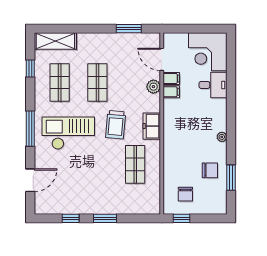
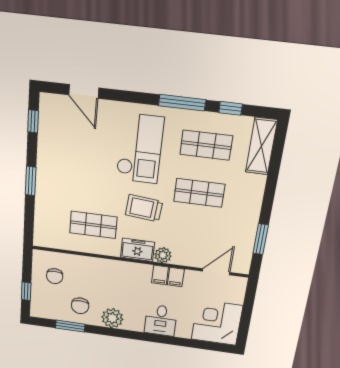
filing cabinet: (171, 78) -> (160, 275), moved
desk: (213, 85) -> (161, 320), moved
plant: (153, 87) -> (163, 255), moved
window: (30, 129) -> (182, 103), moved
plant: (222, 137) -> (112, 318), width x1.87, depth x1.87
chair: (185, 194) -> (55, 276), turned -90
window: (71, 218) -> (33, 121), moved
window: (182, 218) -> (26, 291), moved

